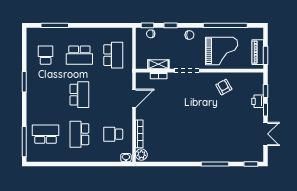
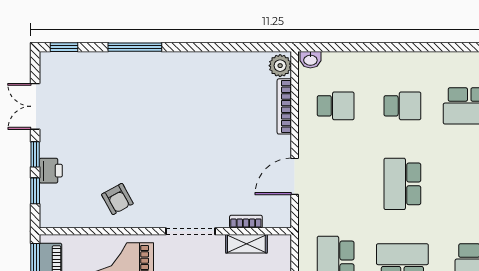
school desk: (79, 134) -> (402, 106), width x0.54

